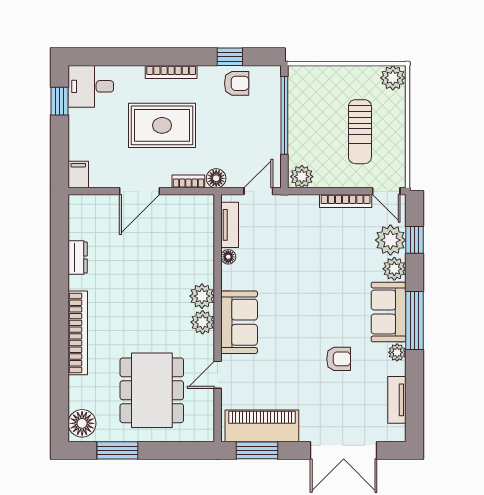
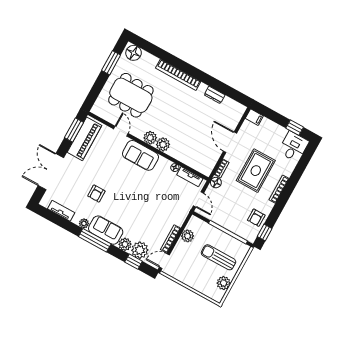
window: (230, 57) -> (265, 232), moved
plant: (393, 78) -> (224, 283), moved
sun lounger: (360, 132) -> (218, 257), moved
plant: (302, 177) -> (188, 236), moved

